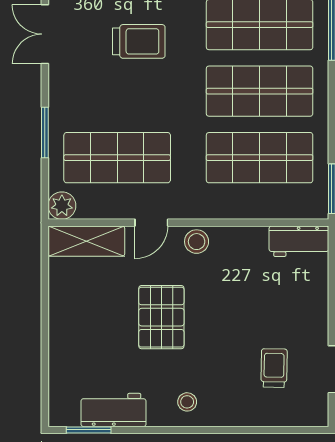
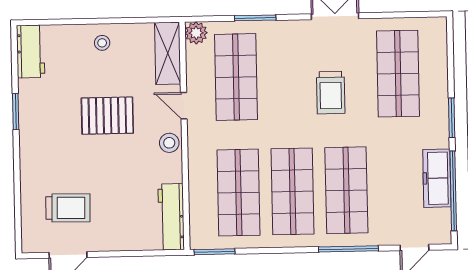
workbench: (299, 241) -> (171, 217), width x1.38
trolley: (274, 368) -> (68, 208), width x1.36, depth x1.39
stool: (187, 402) -> (102, 43), moved
workbench: (113, 410) -> (31, 52), moved
window: (89, 430) -> (16, 112), moved

